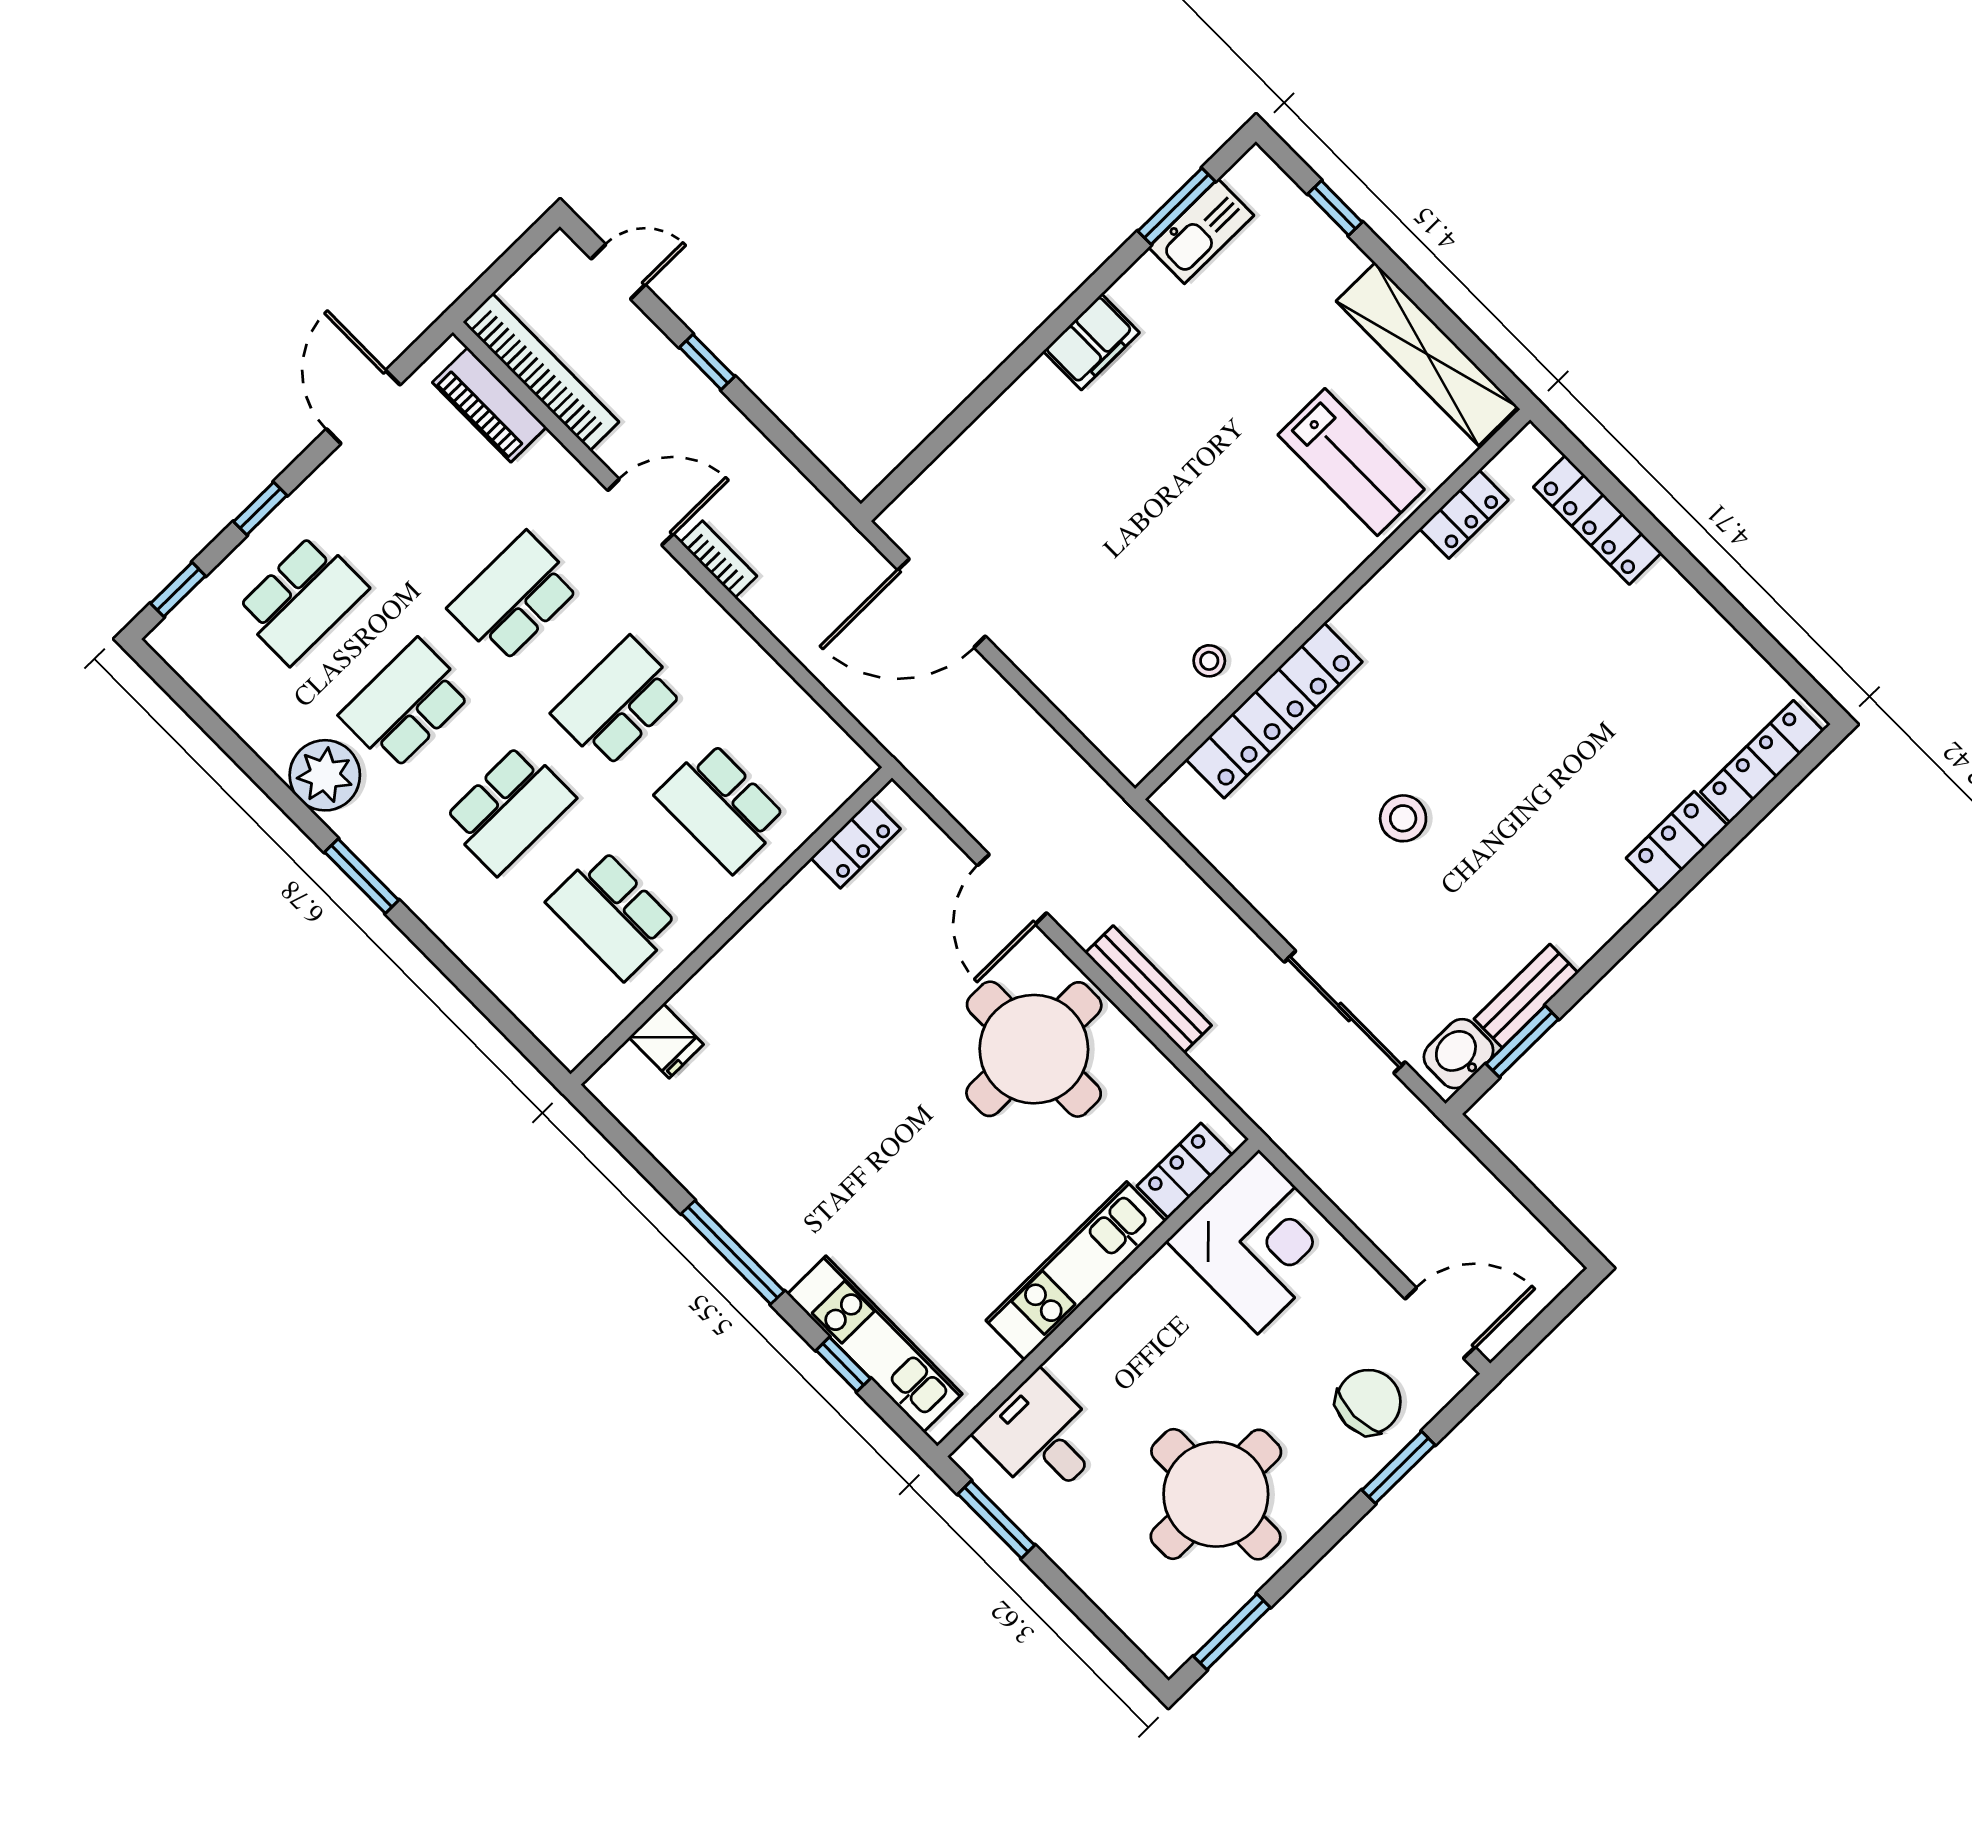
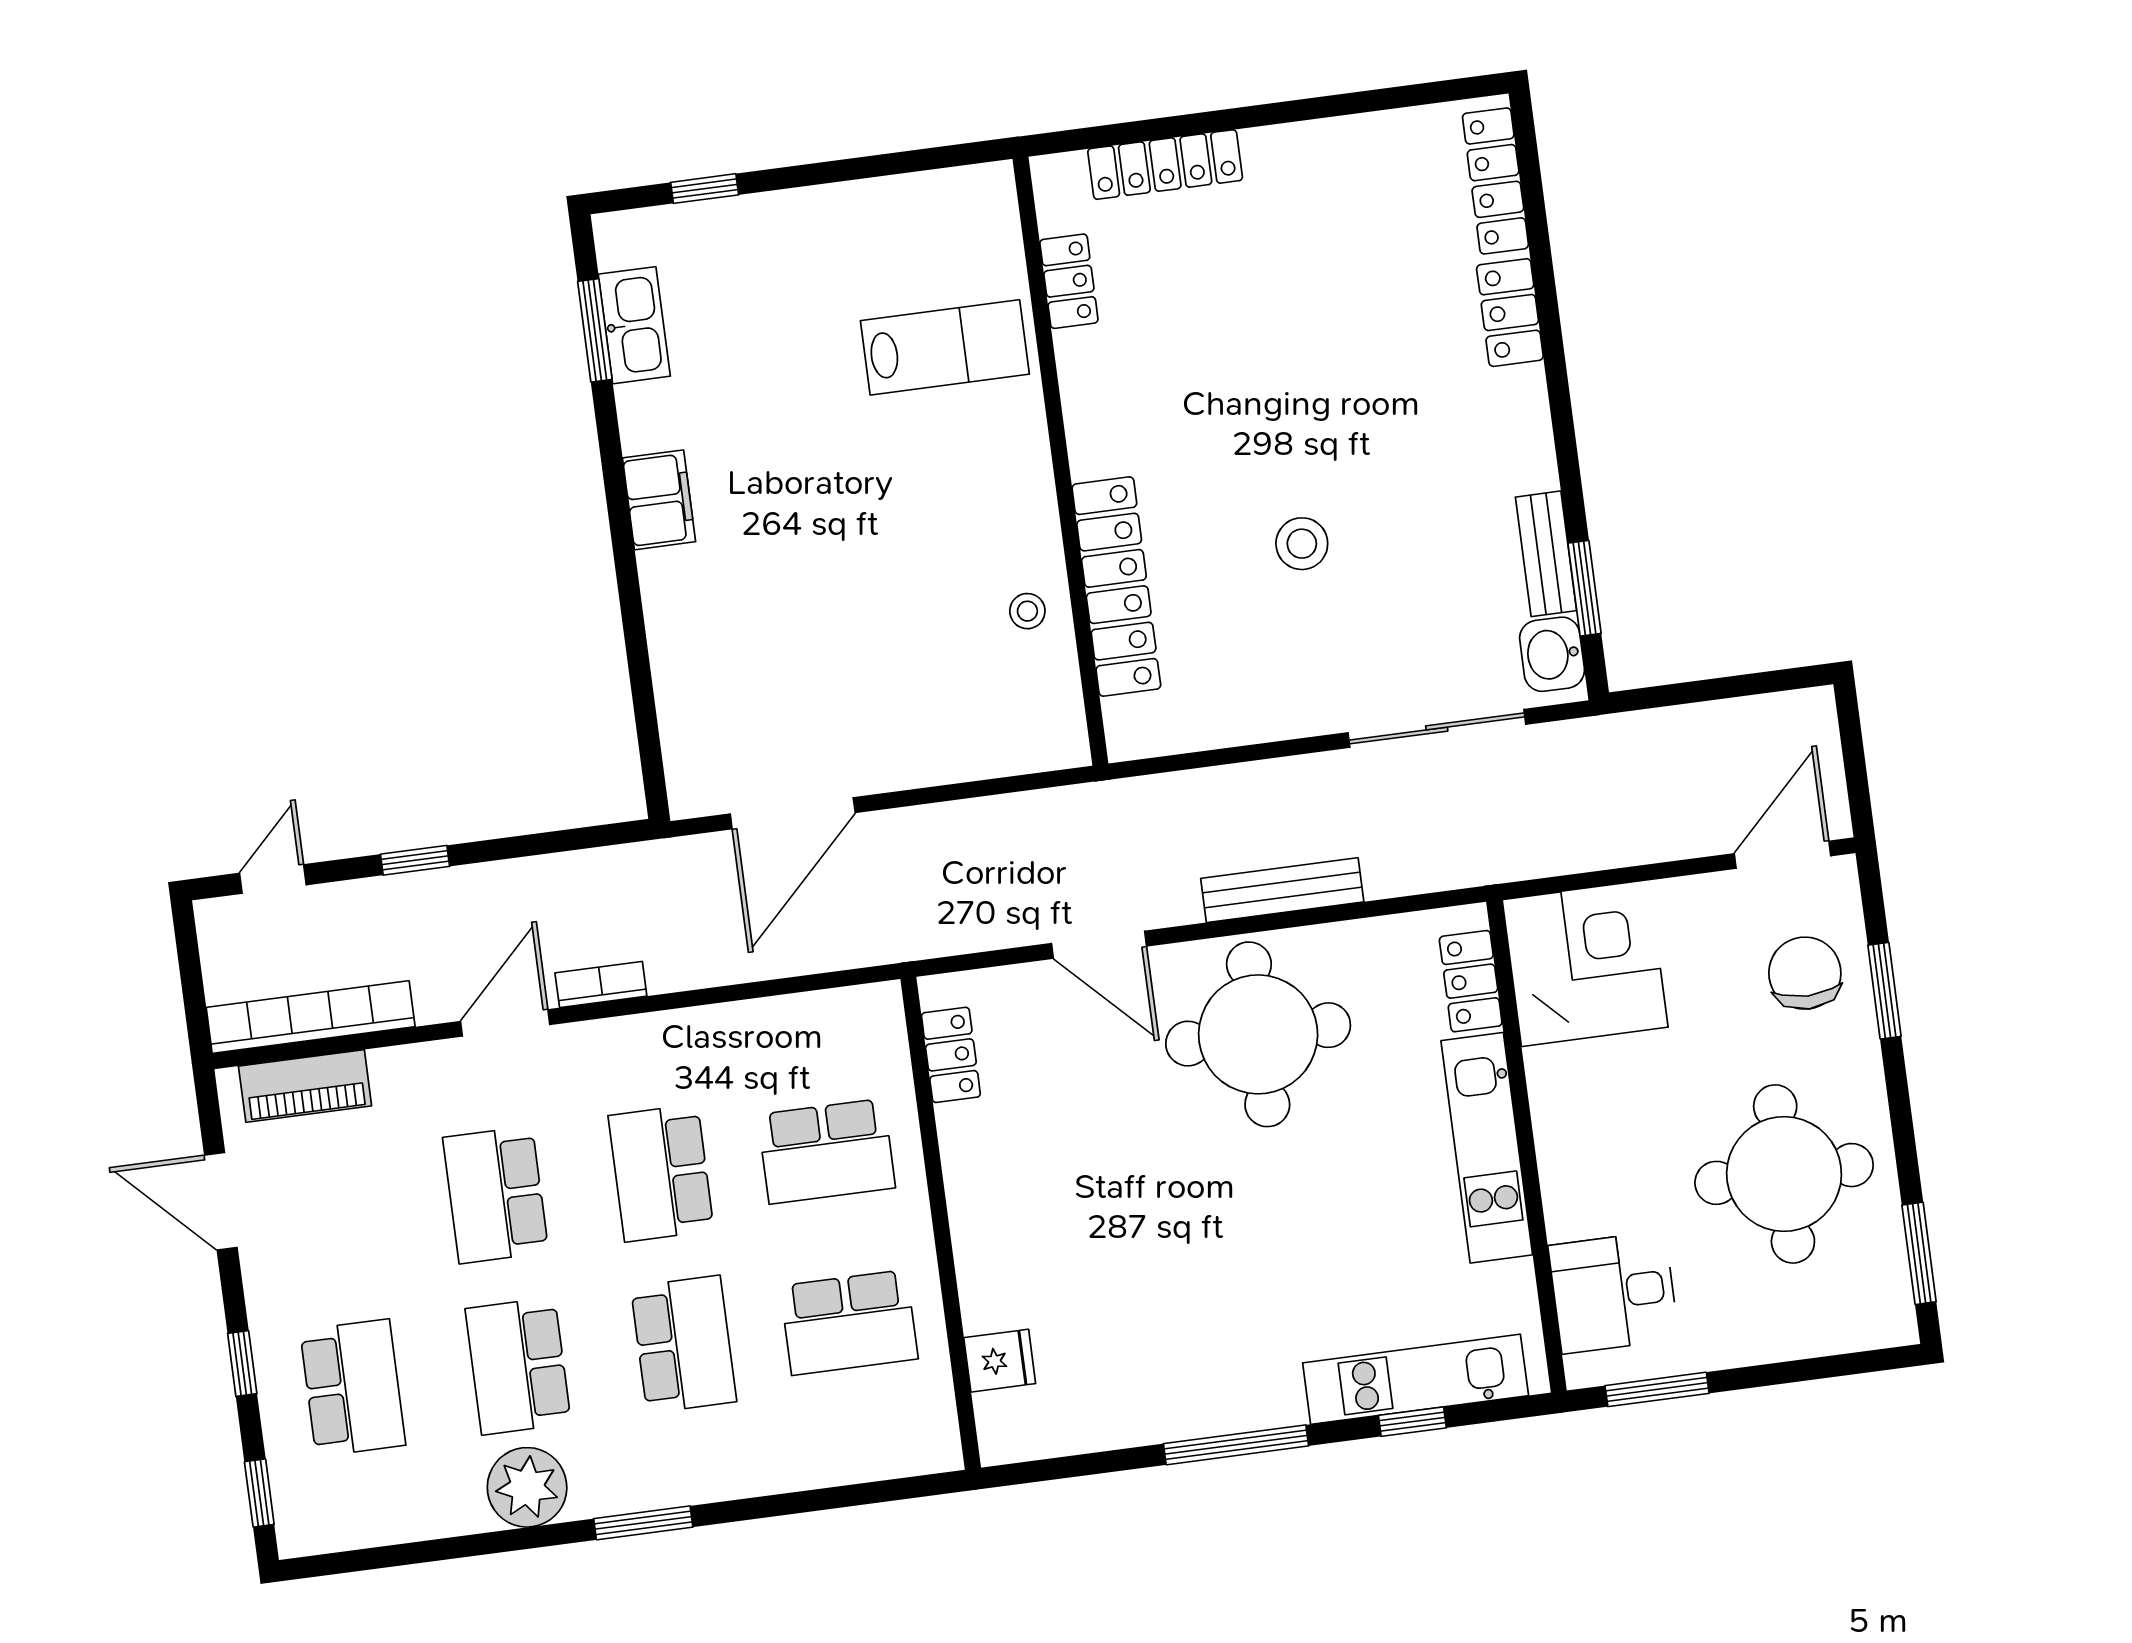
shelving: (1427, 354) -> (899, 205), removed

